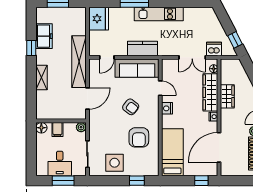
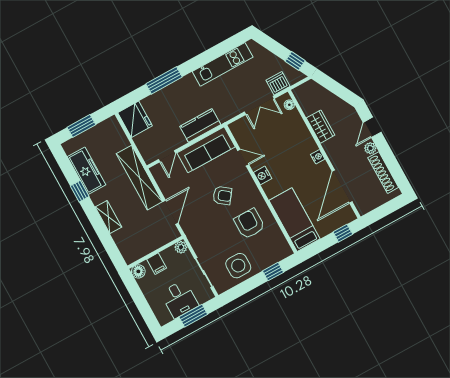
kitchen unit: (159, 14) -> (223, 64), moved
freezer: (44, 36) -> (87, 171), width x1.40
wardrobe: (210, 92) -> (300, 132), removed
armchair: (139, 137) -> (249, 224), turned 180

